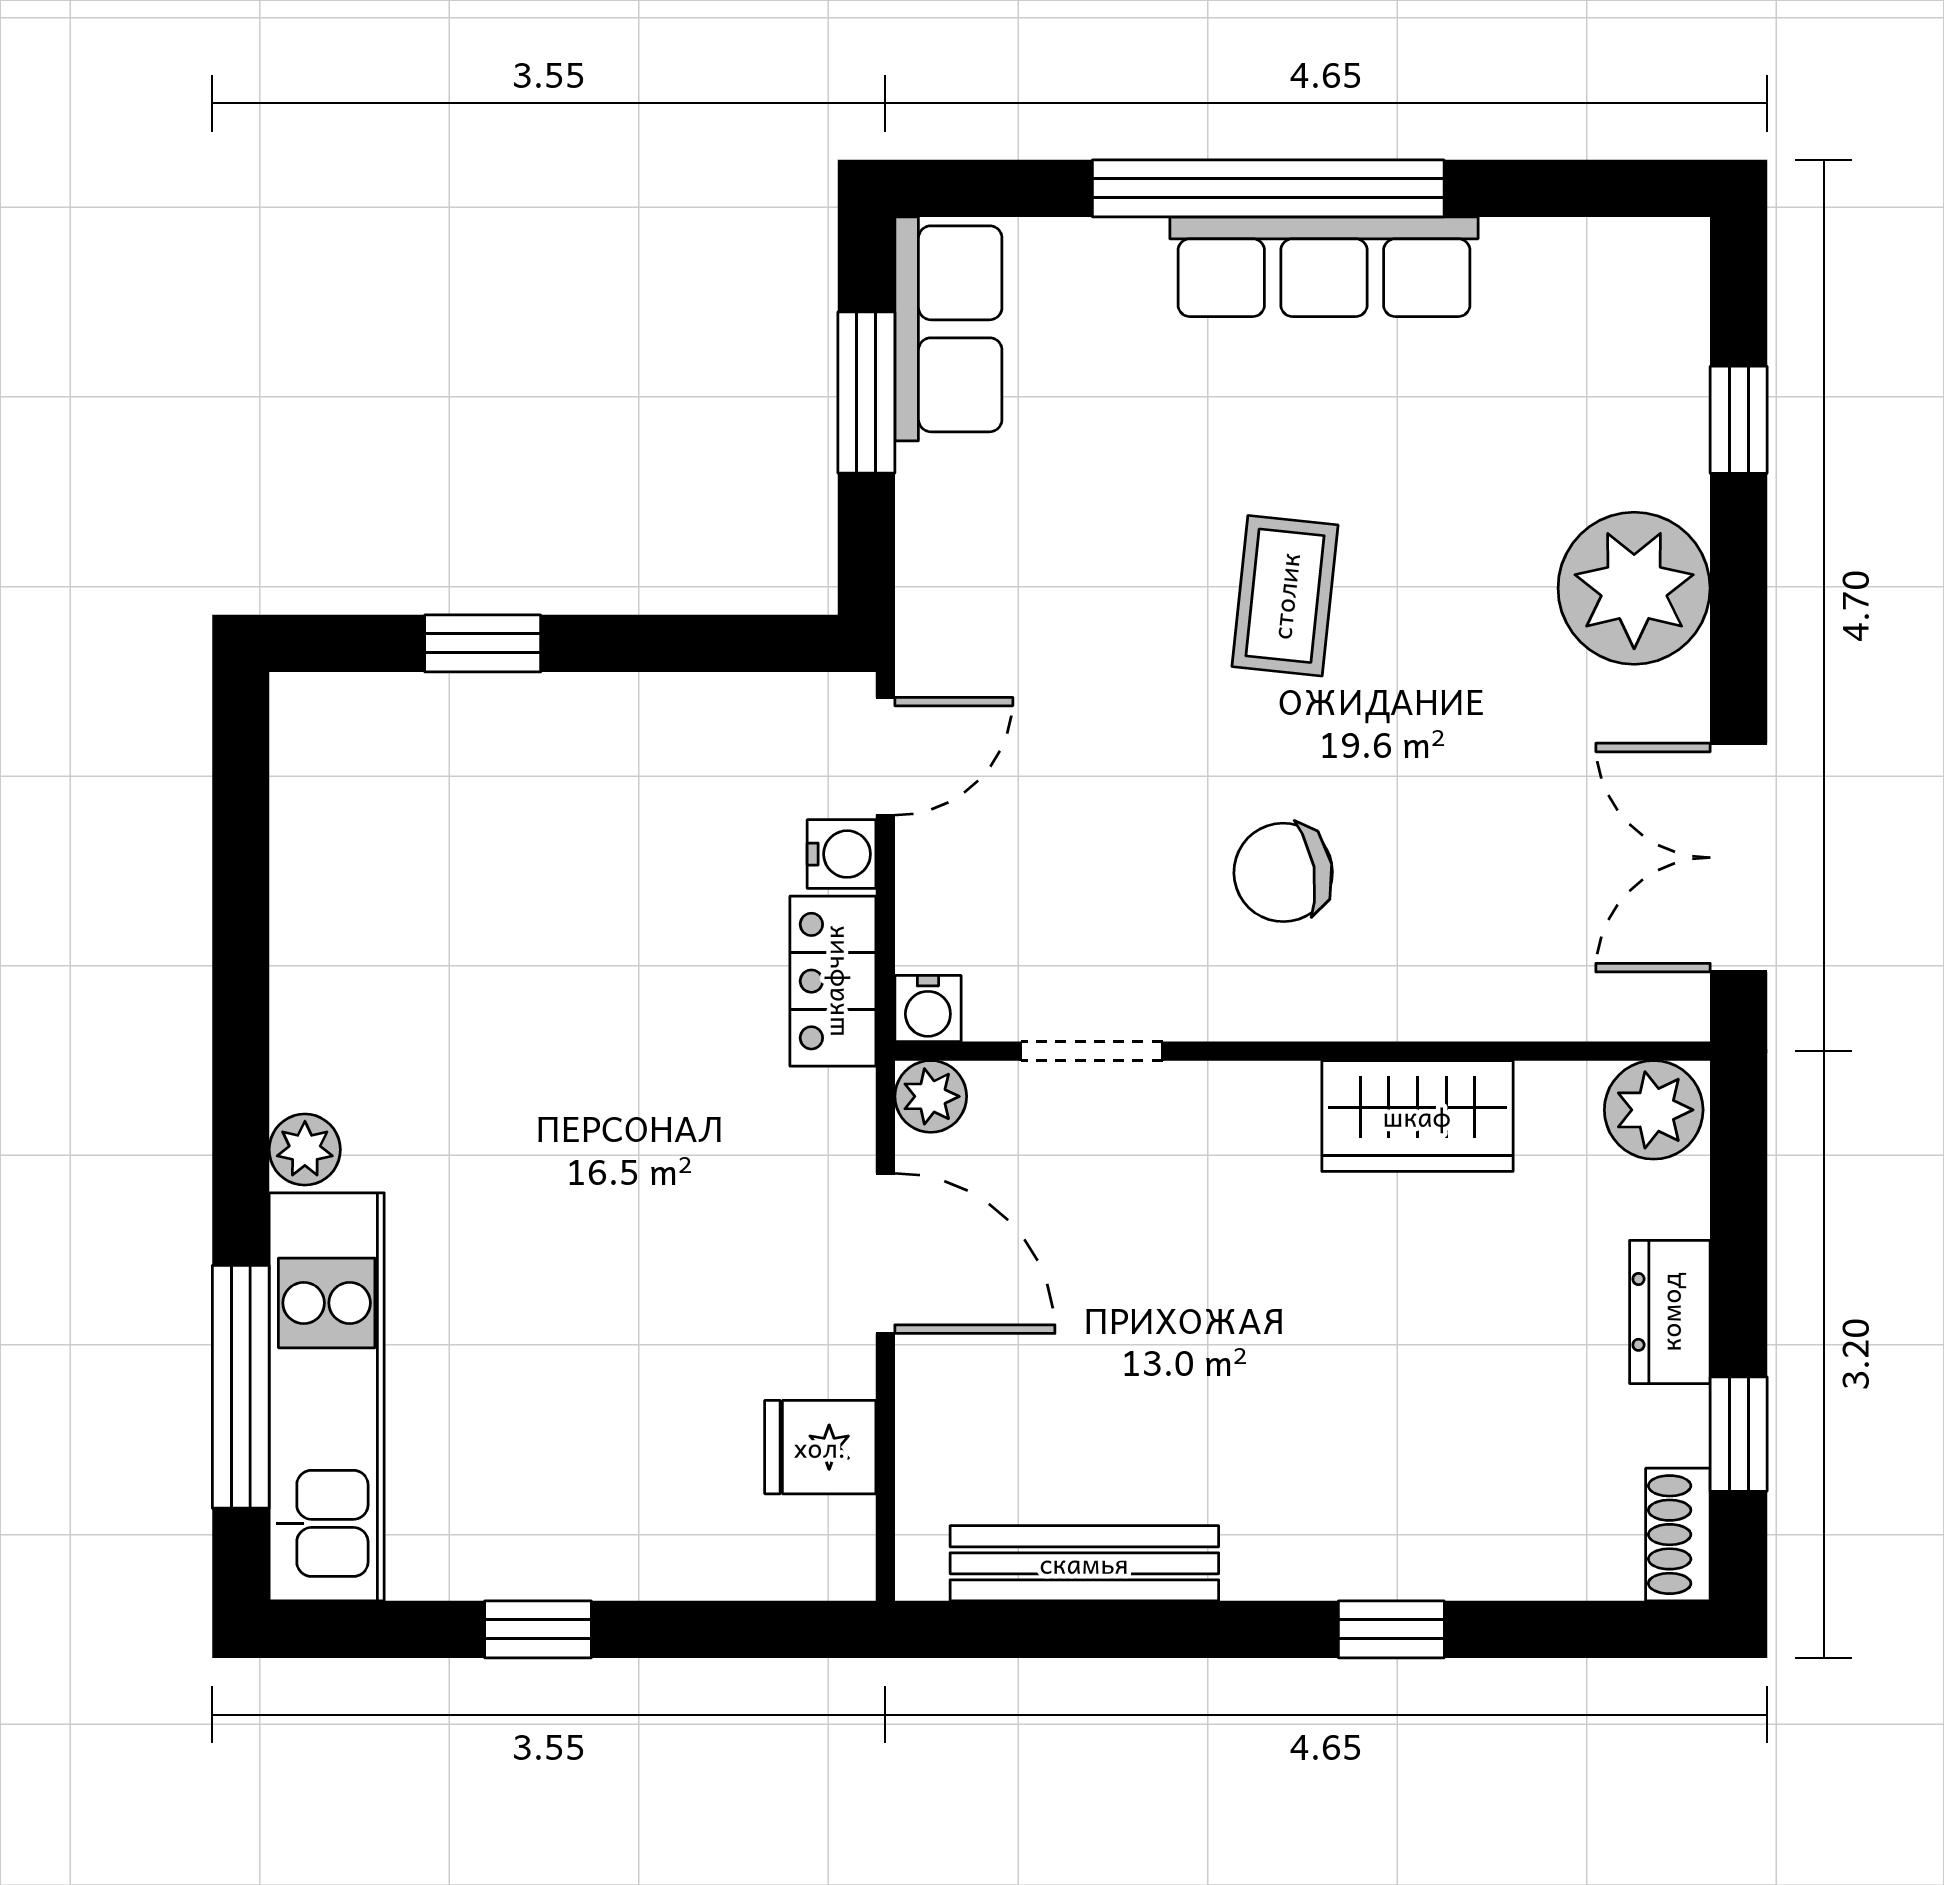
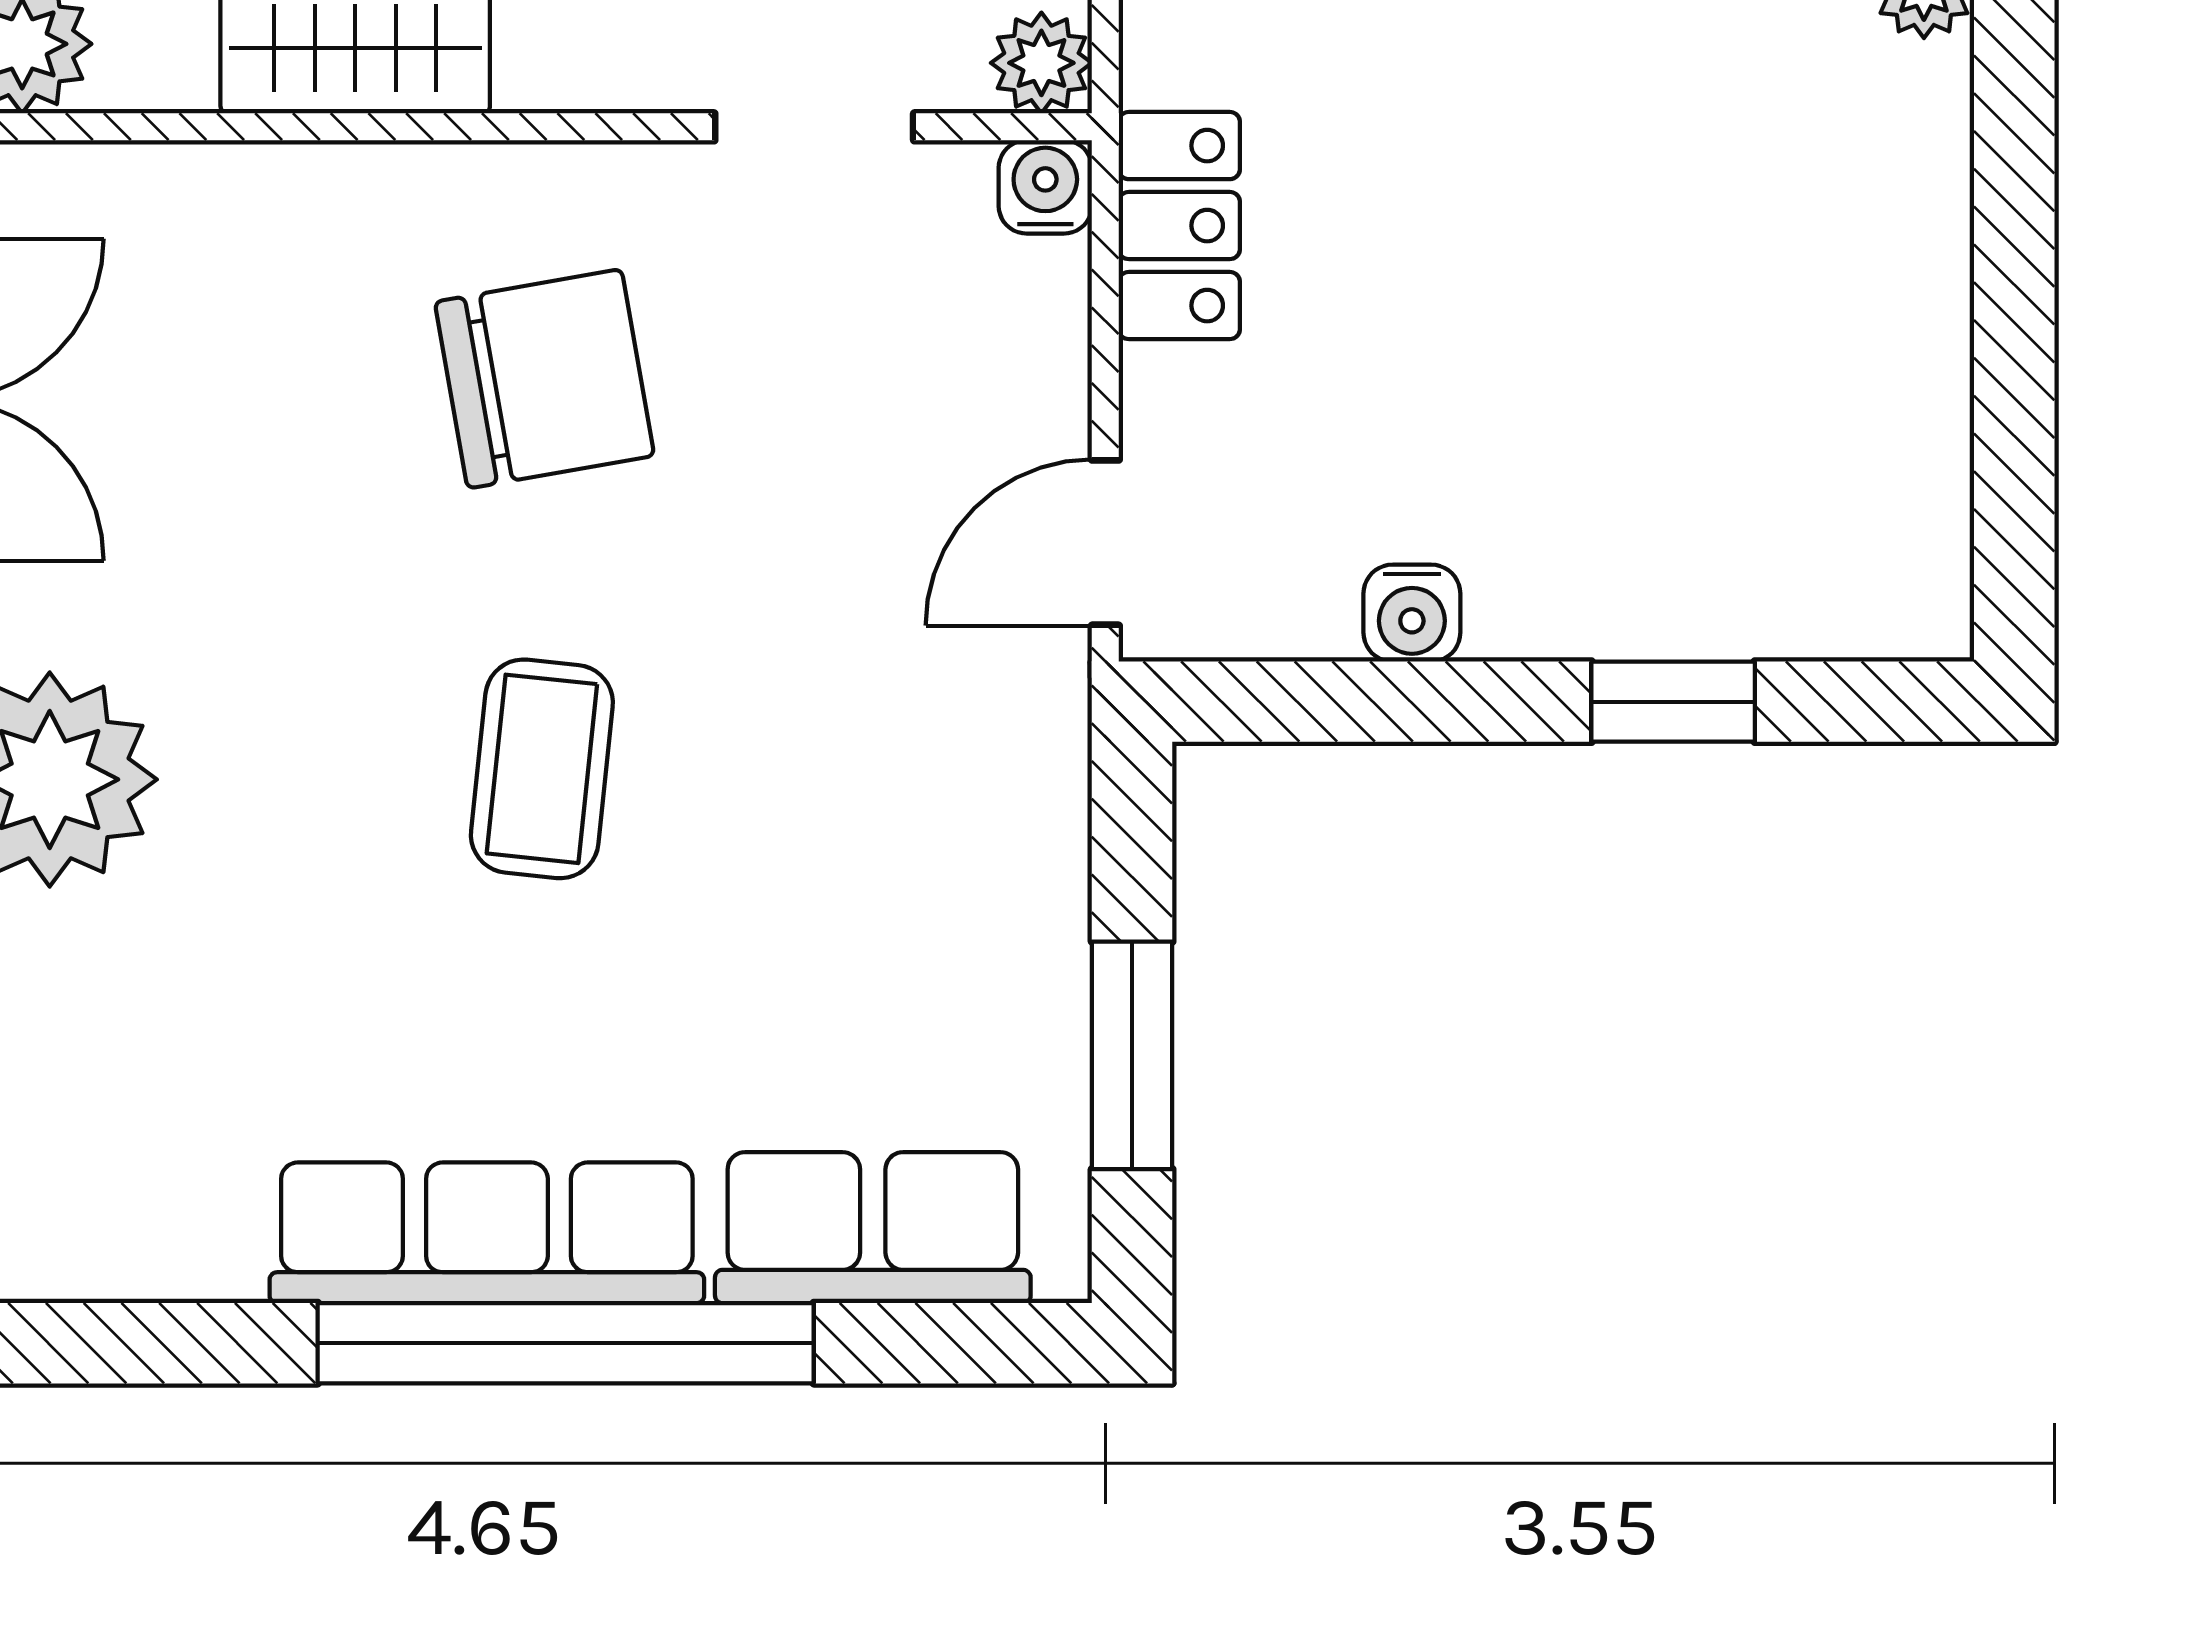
row of seats: (948, 329) -> (873, 1228), moved, turned 90
water cooler: (842, 854) -> (1412, 613), moved, turned -90
chair: (1283, 872) -> (544, 379), width x1.37, depth x1.37

